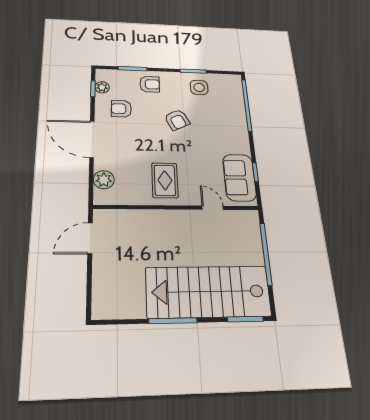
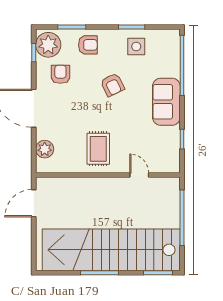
plant: (102, 87) -> (48, 45), width x1.87, depth x1.87
armchair: (121, 109) -> (60, 74), turned 90
sofa: (239, 177) -> (166, 102), moved
stairs: (208, 292) -> (111, 250), width x1.36

